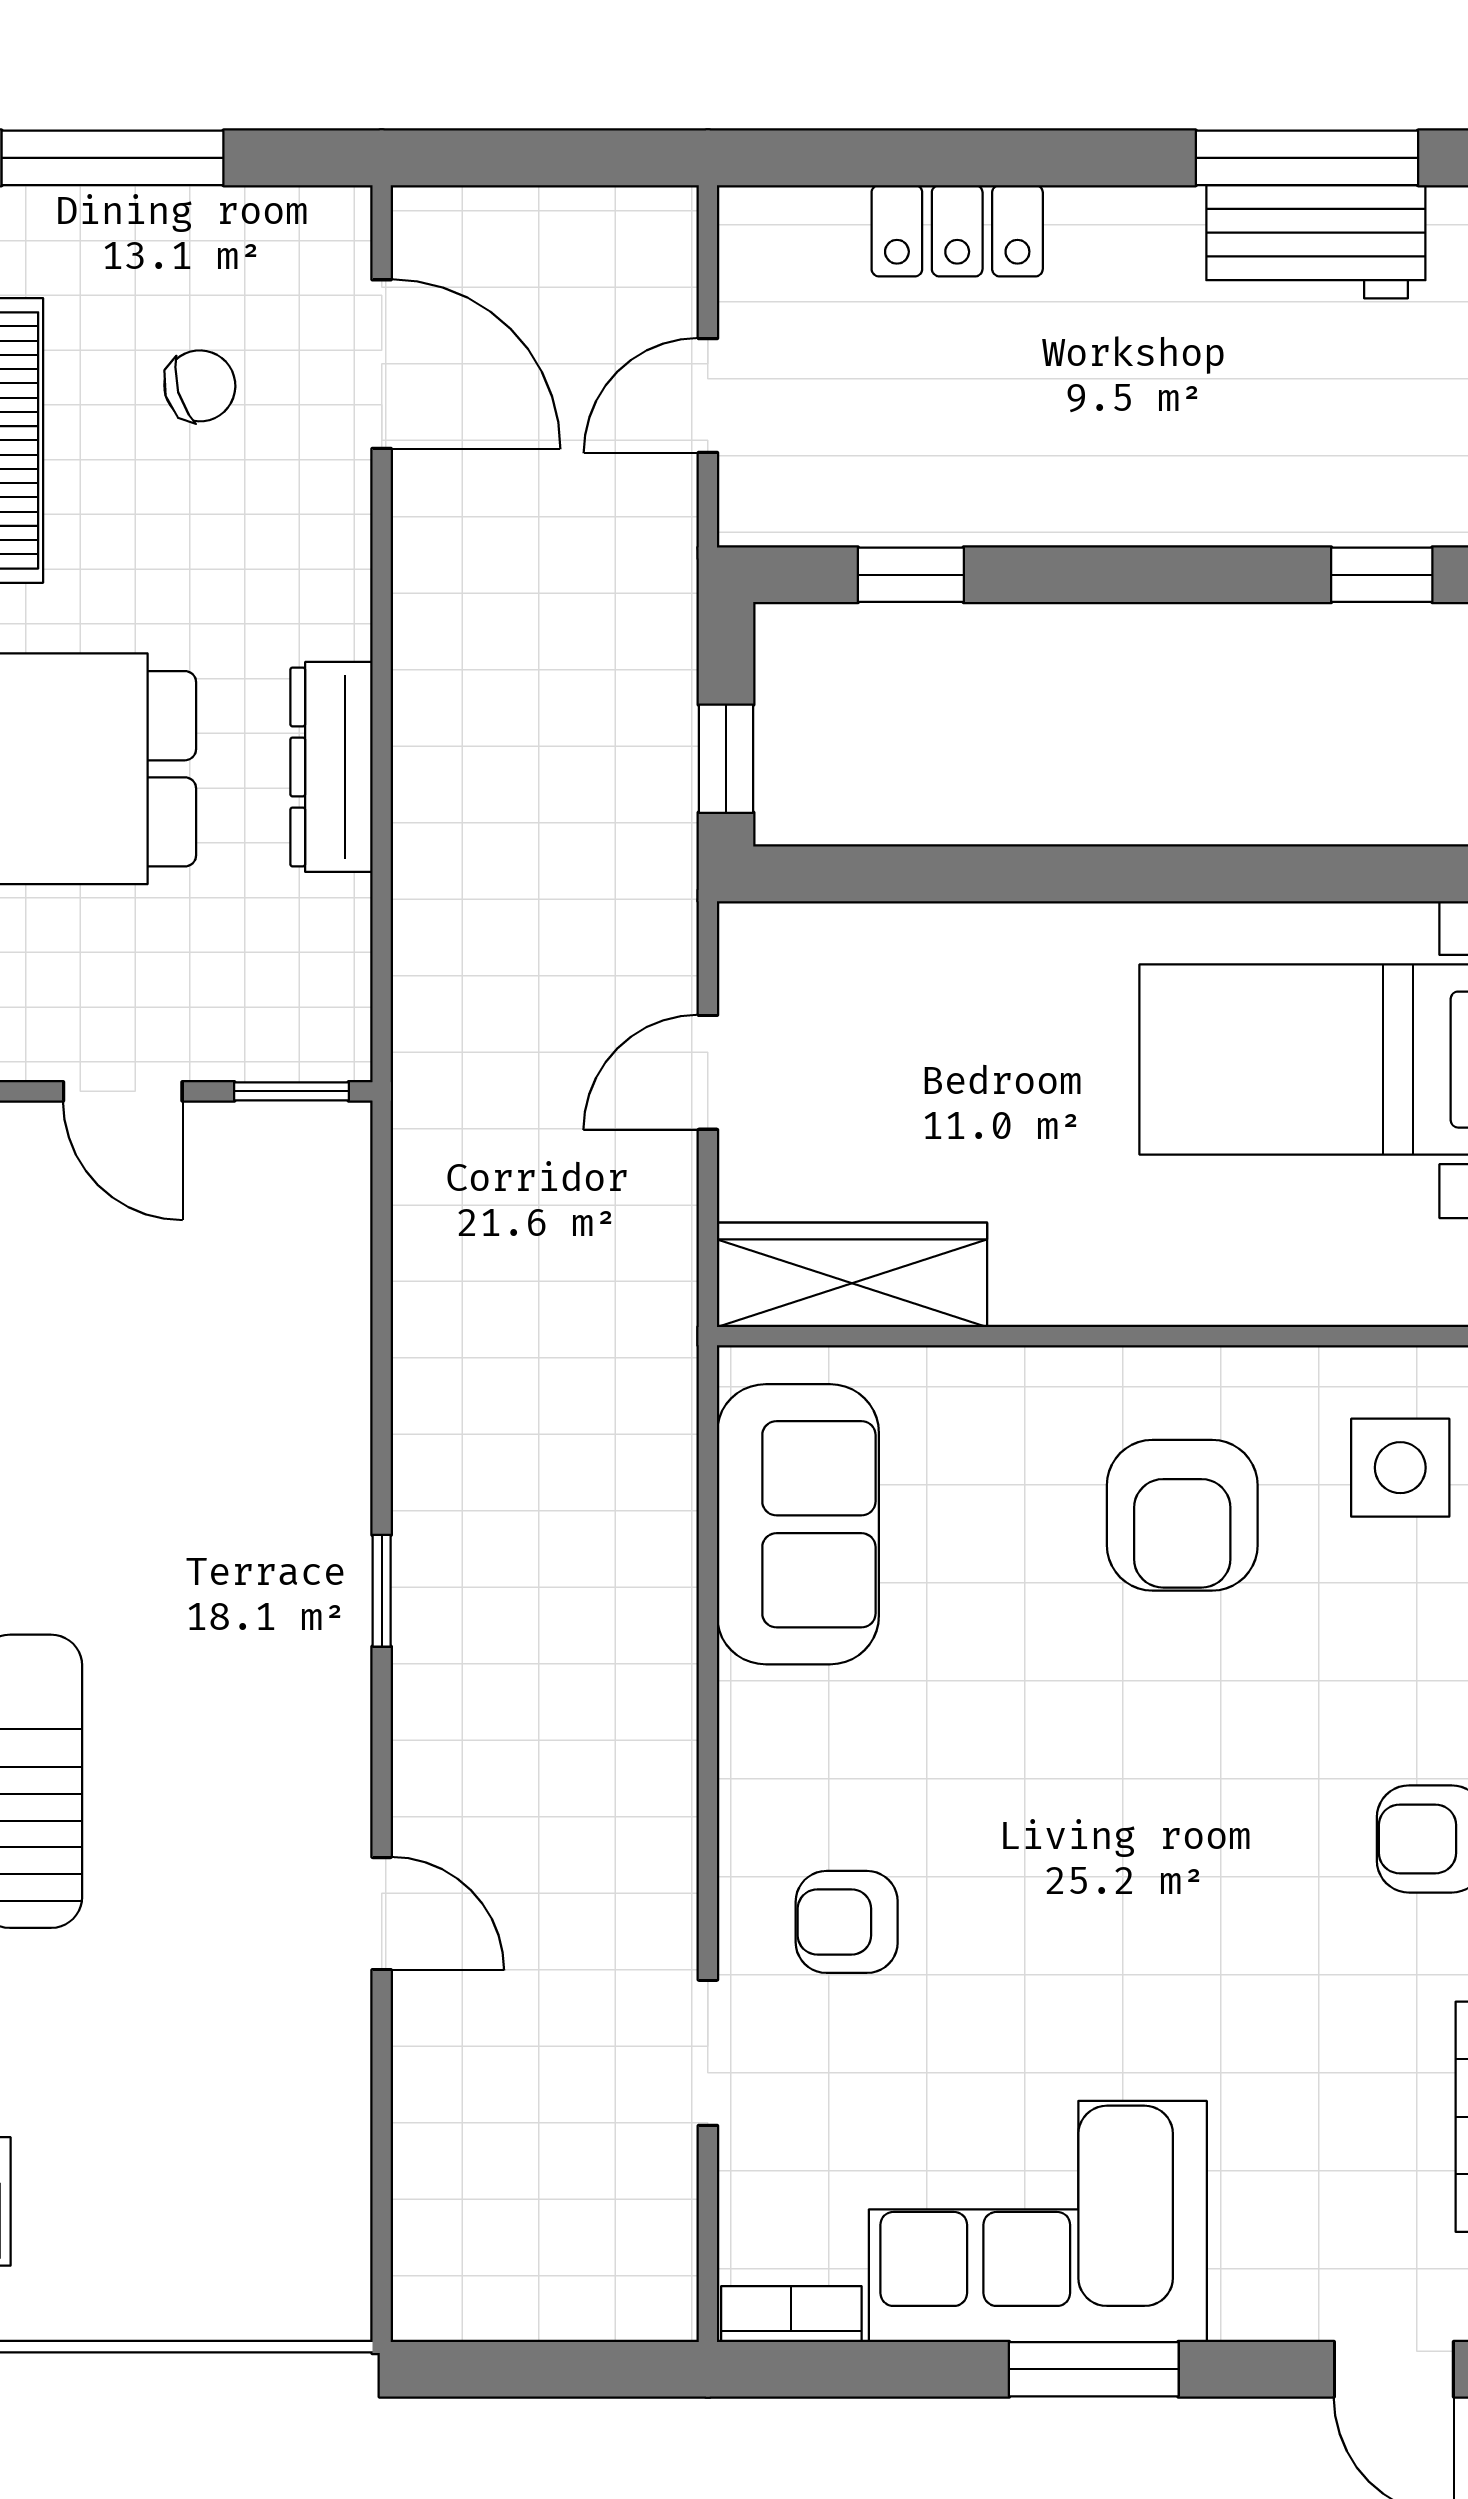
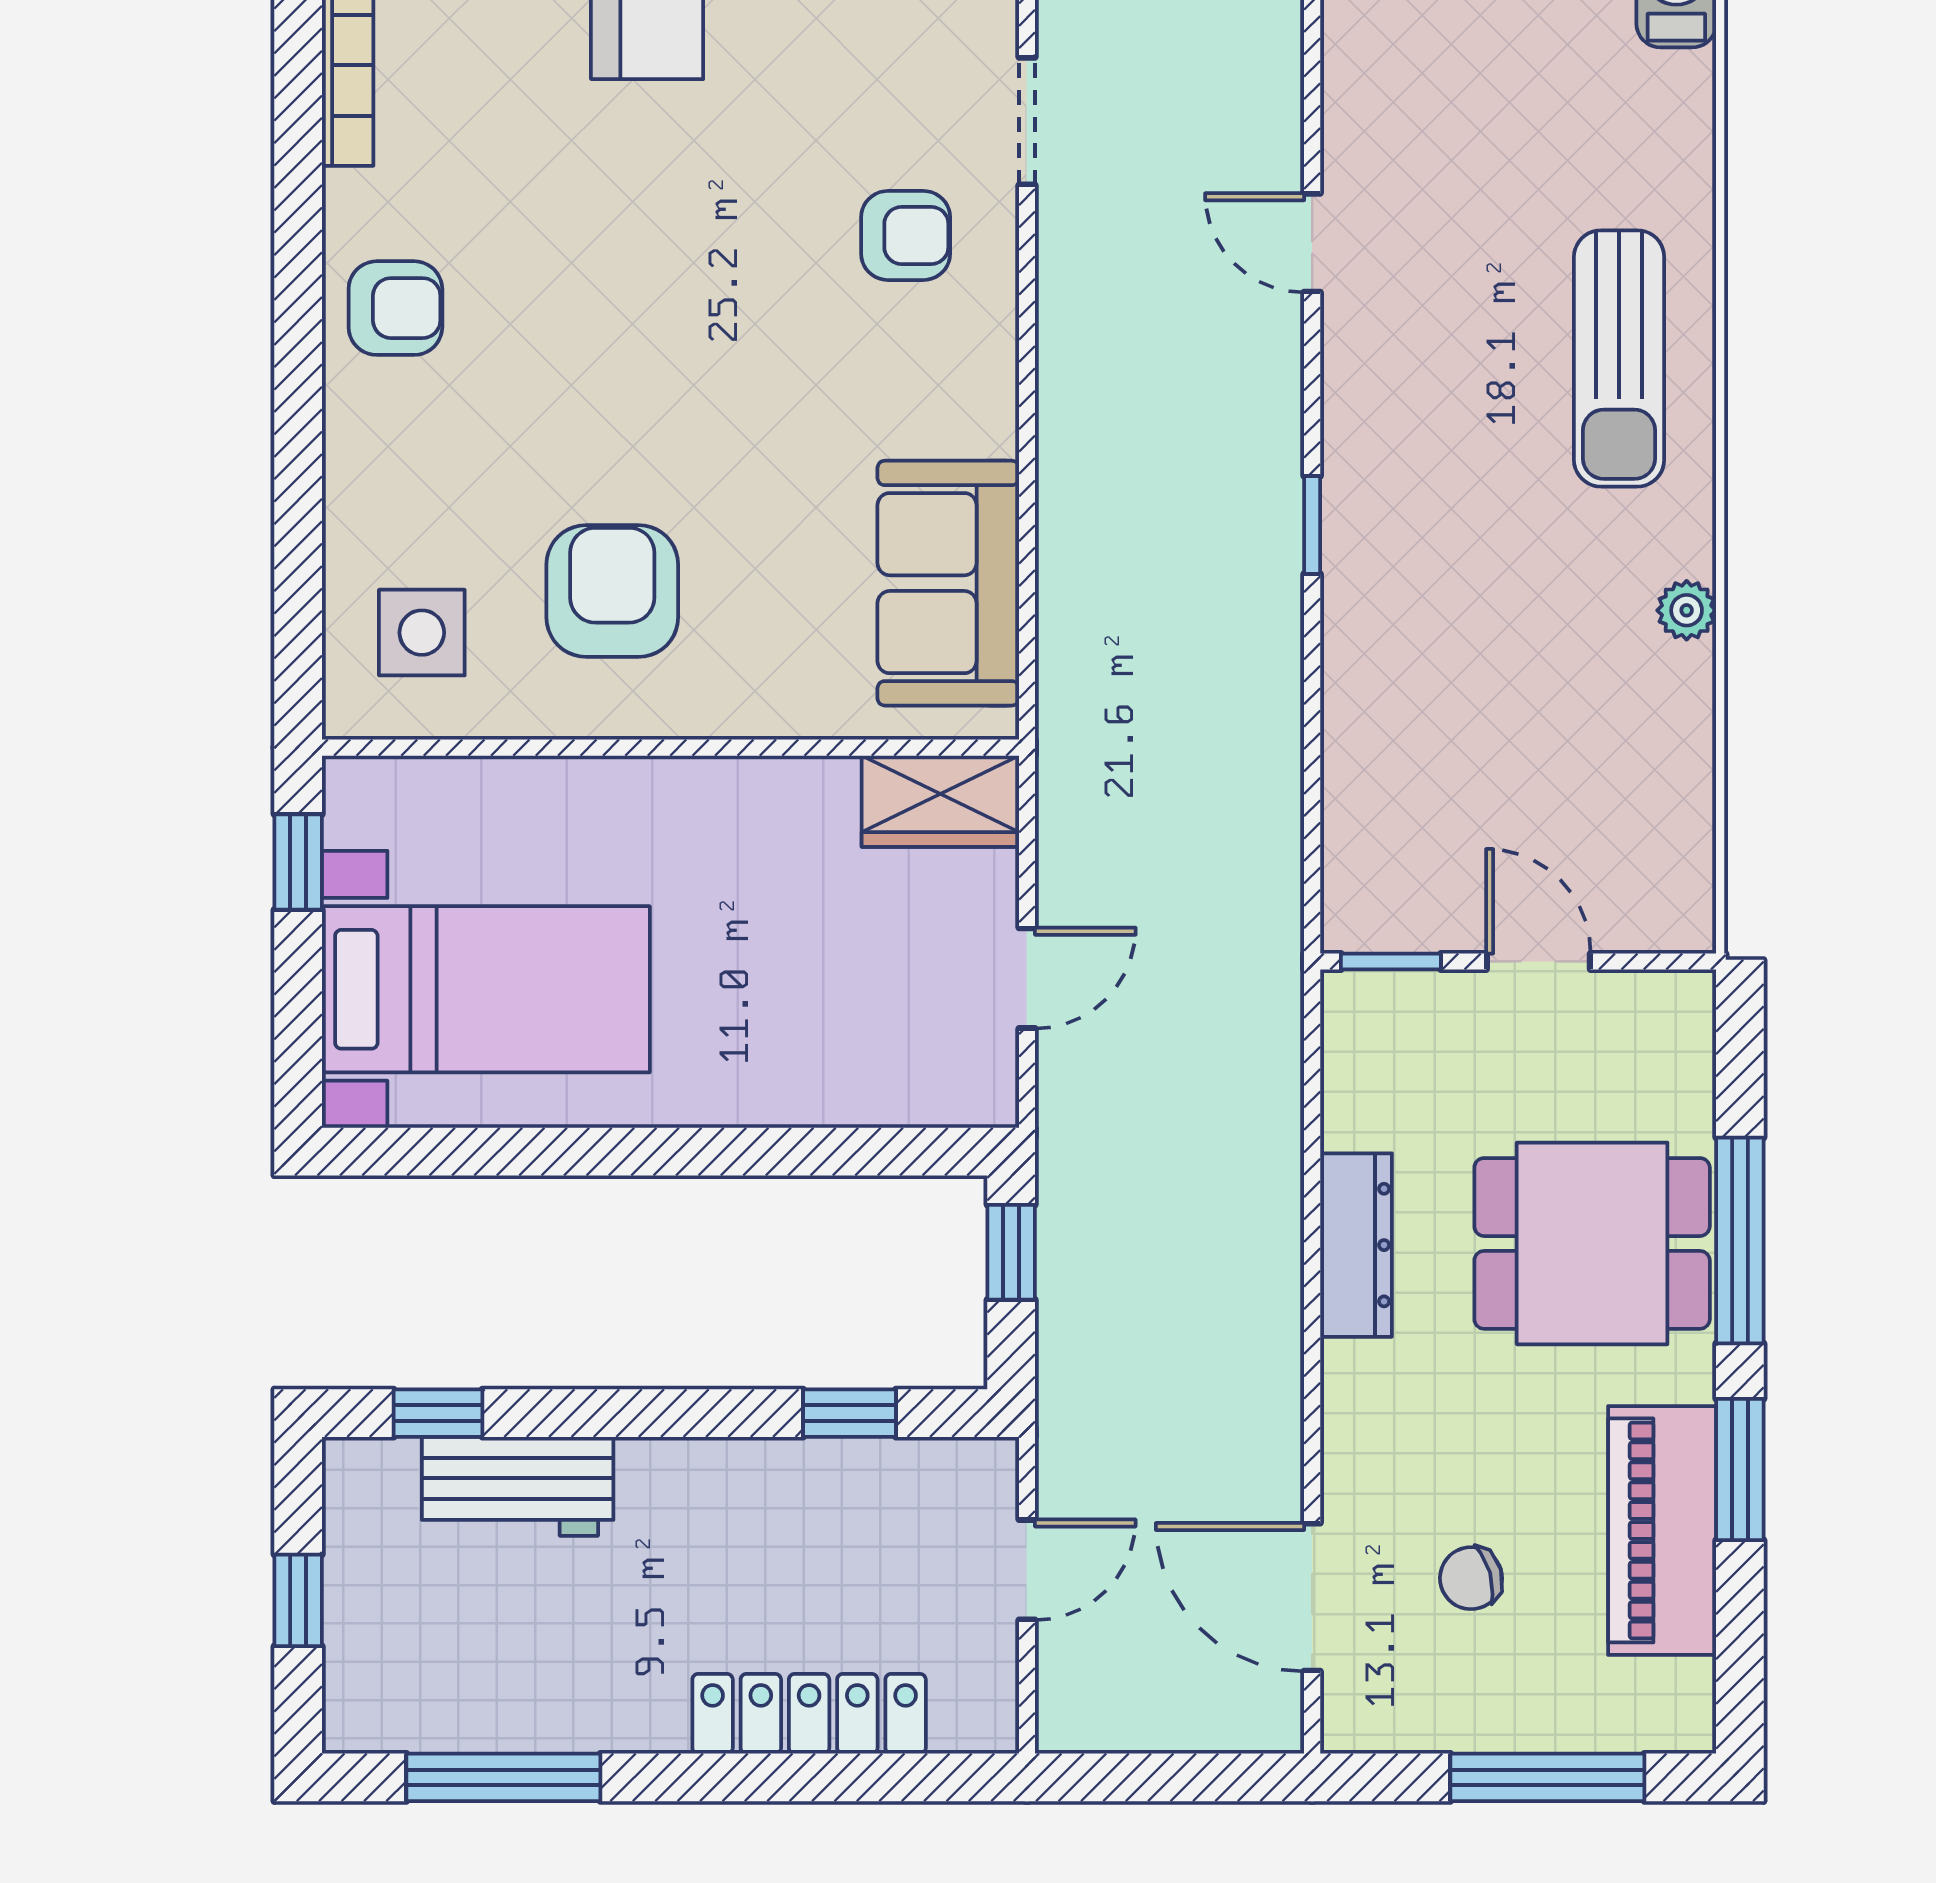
locker: (957, 231) -> (809, 1714), width x1.53
workbench: (1316, 242) -> (518, 1486), moved, turned 180
wardrobe: (852, 1275) -> (940, 801), width x0.67

